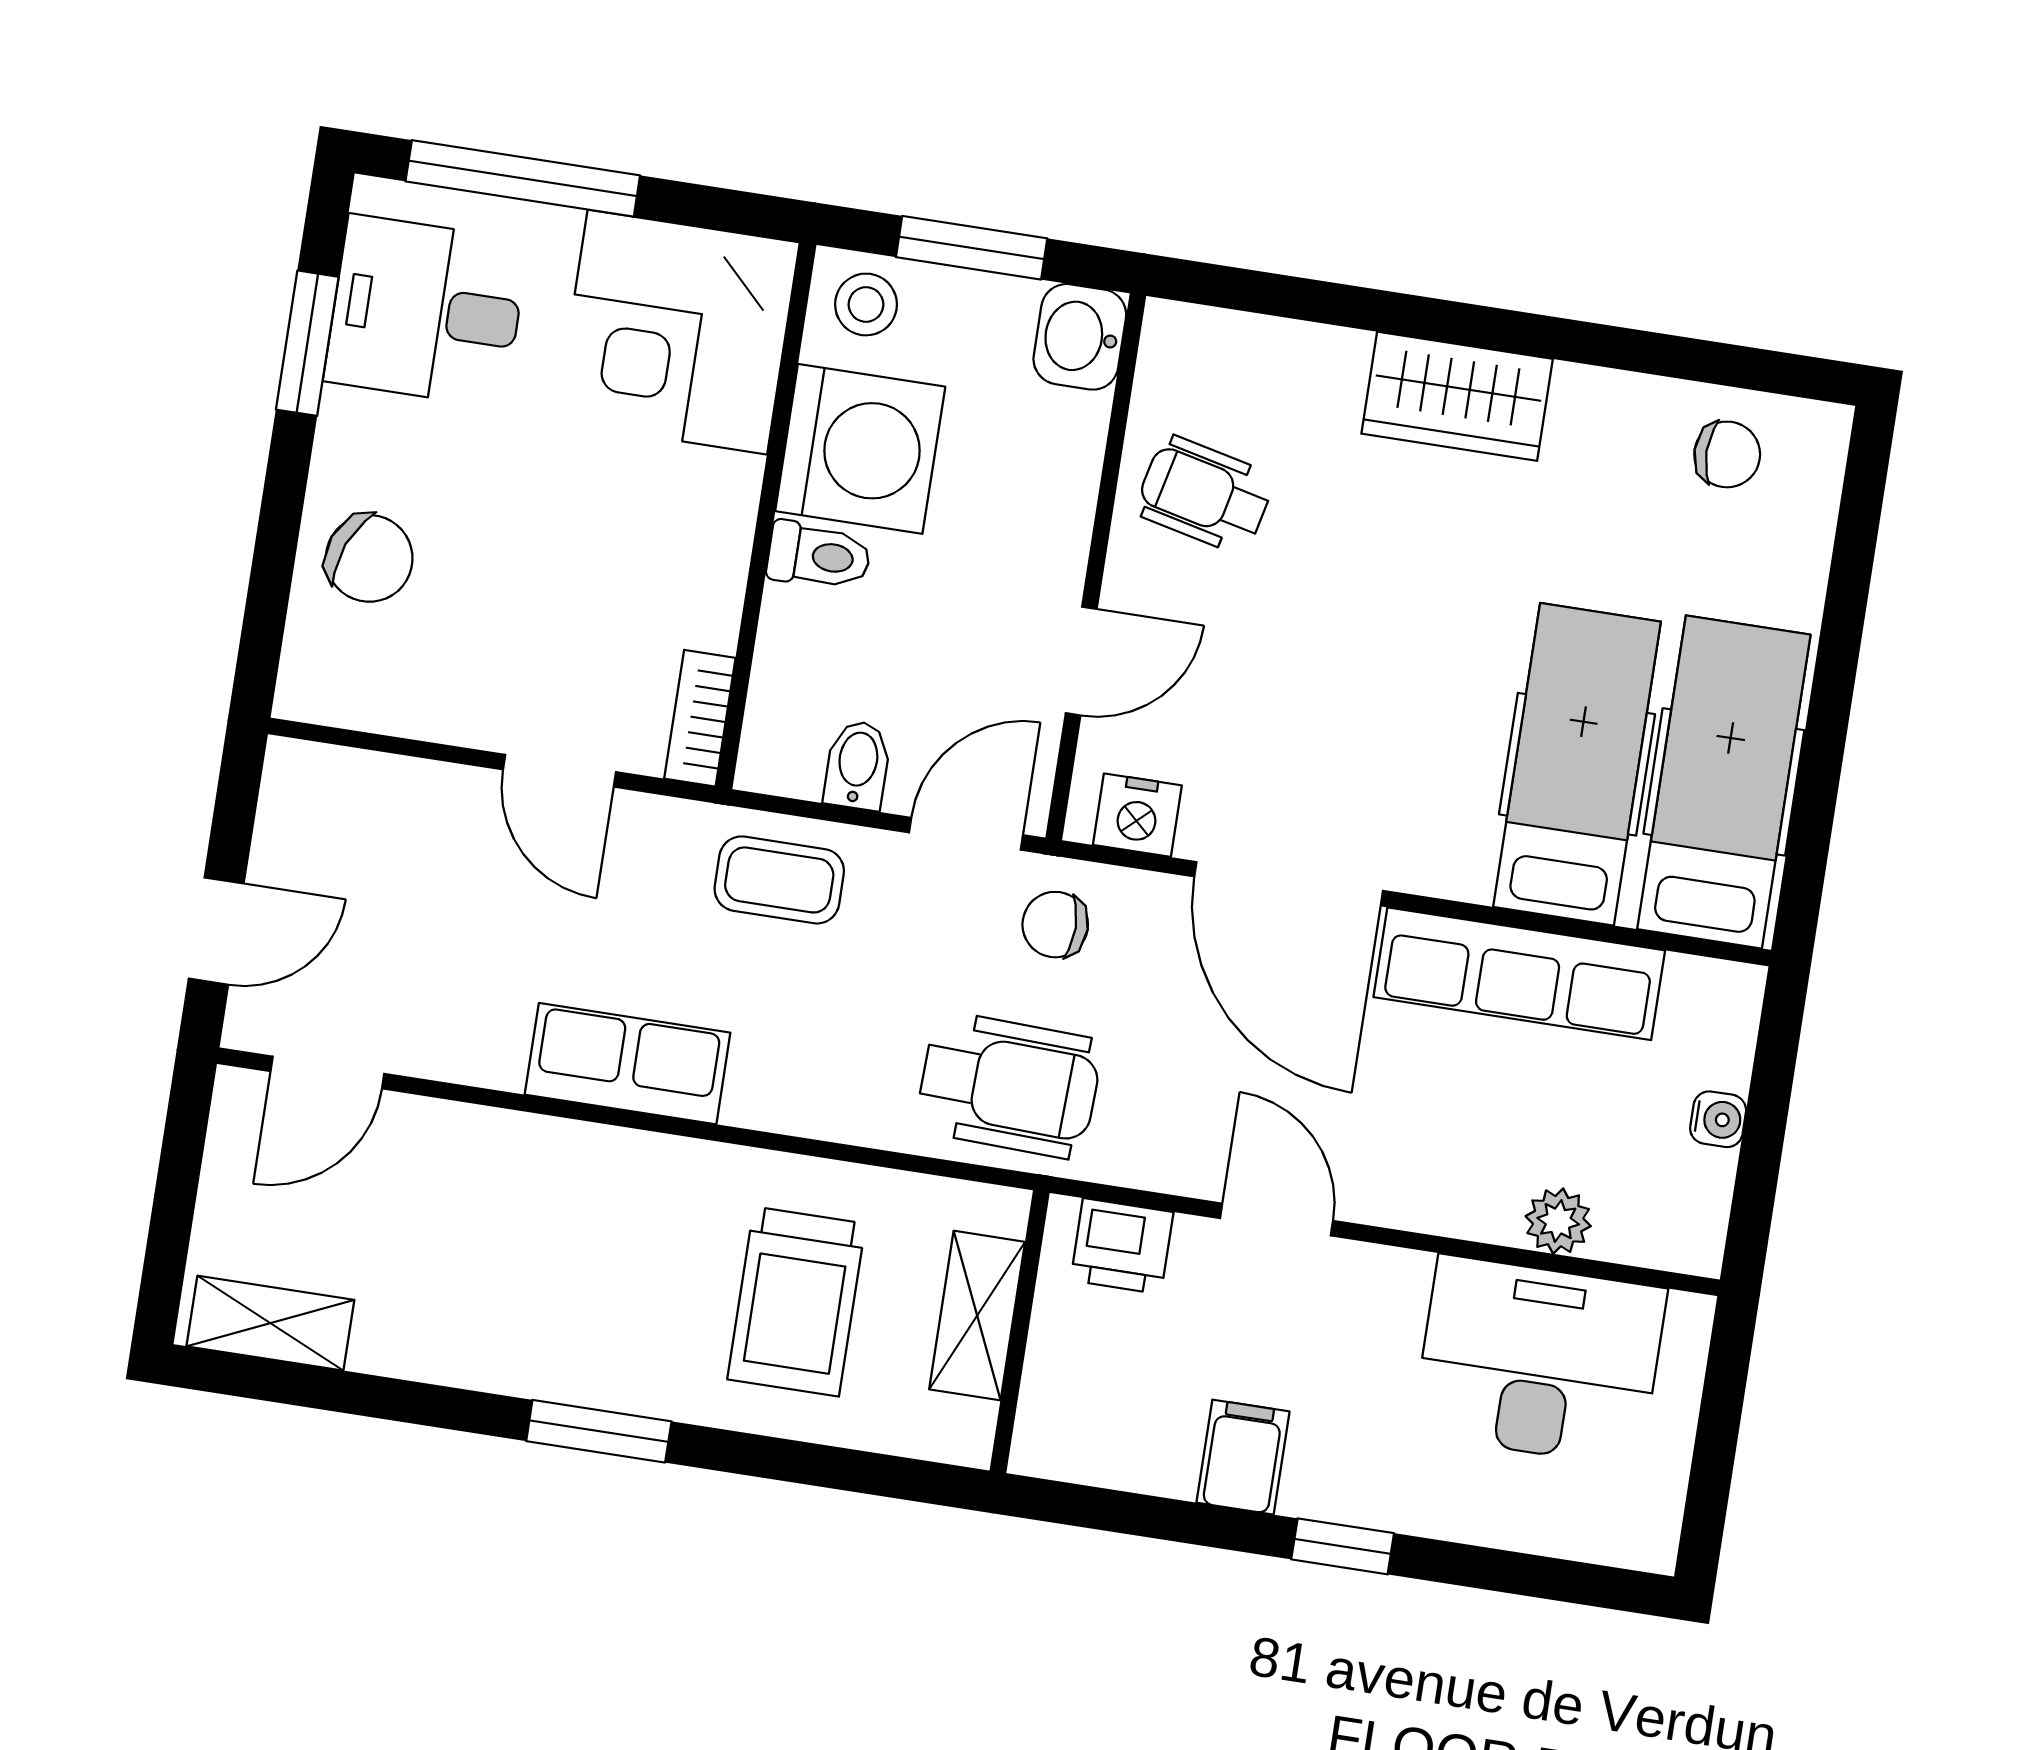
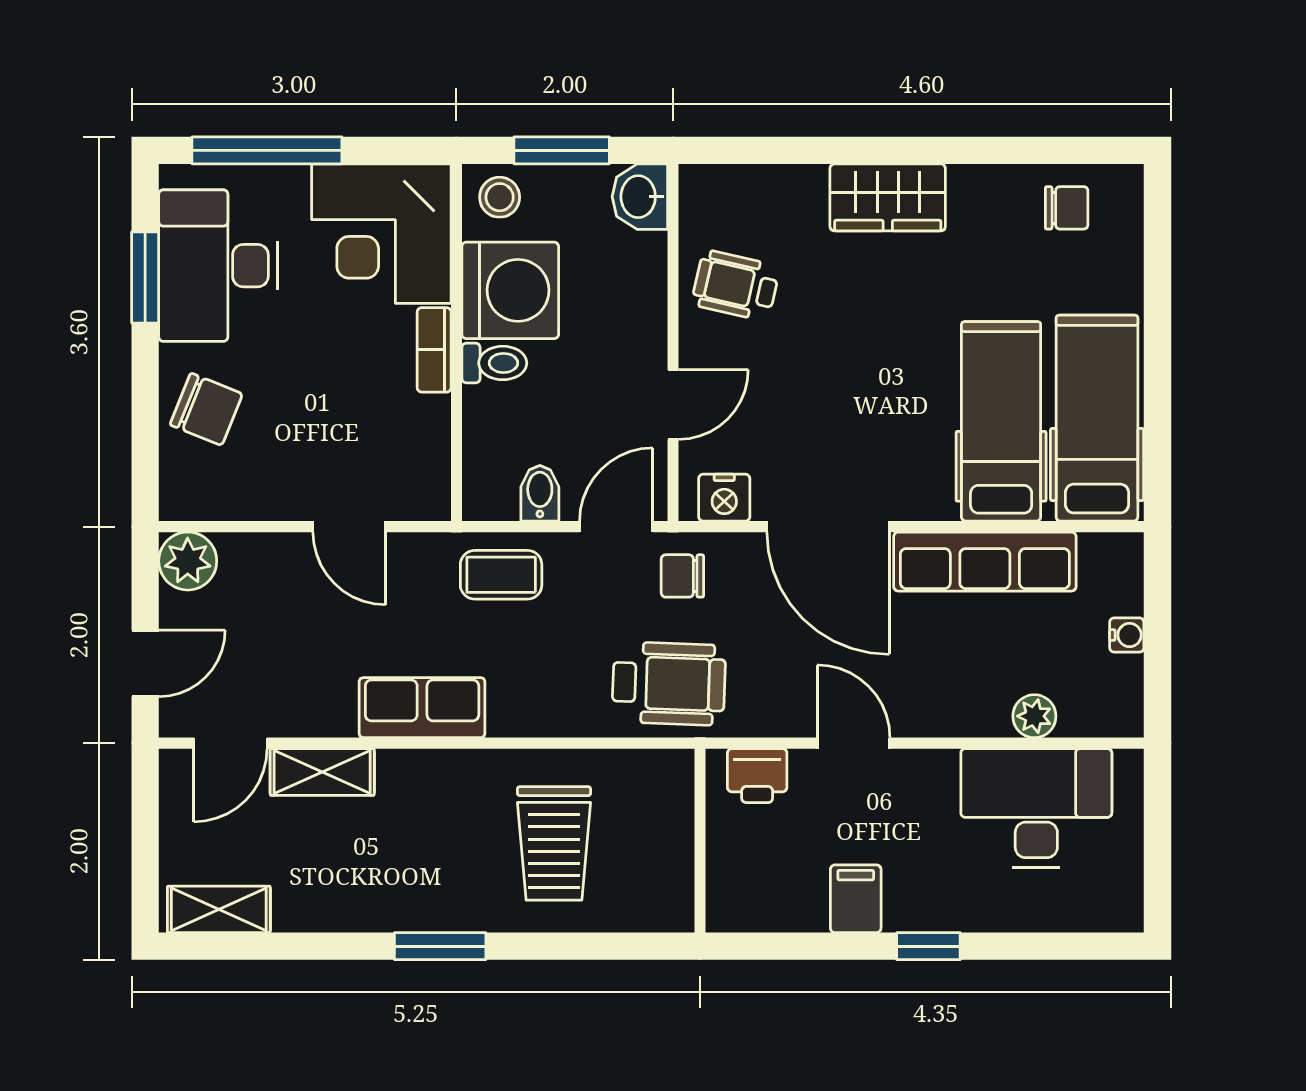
desk: (426, 311) -> (218, 266), width x1.37
bookcase: (700, 718) -> (434, 350), moved
plant: (305, 785) -> (188, 561), added
shelving: (977, 1316) -> (322, 772), moved, turned 90

